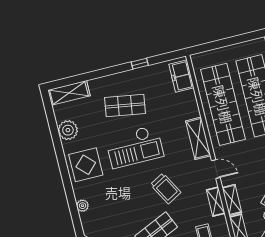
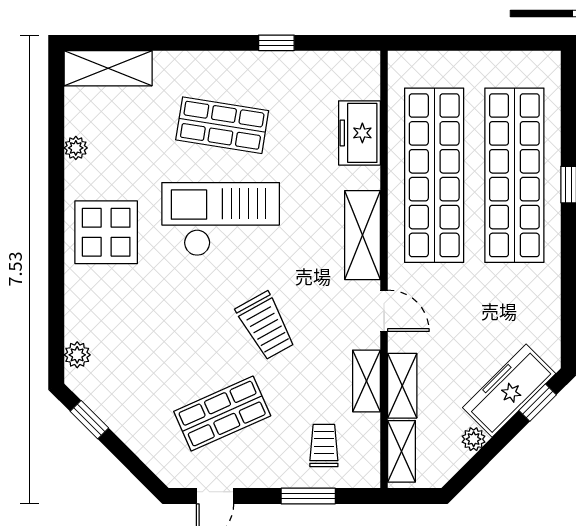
freezer: (181, 76) -> (359, 133), moved
plant: (68, 130) -> (76, 148), width x0.53, depth x0.53
checkout: (134, 147) -> (221, 219), turned 180
plant: (83, 206) -> (77, 355), moved

